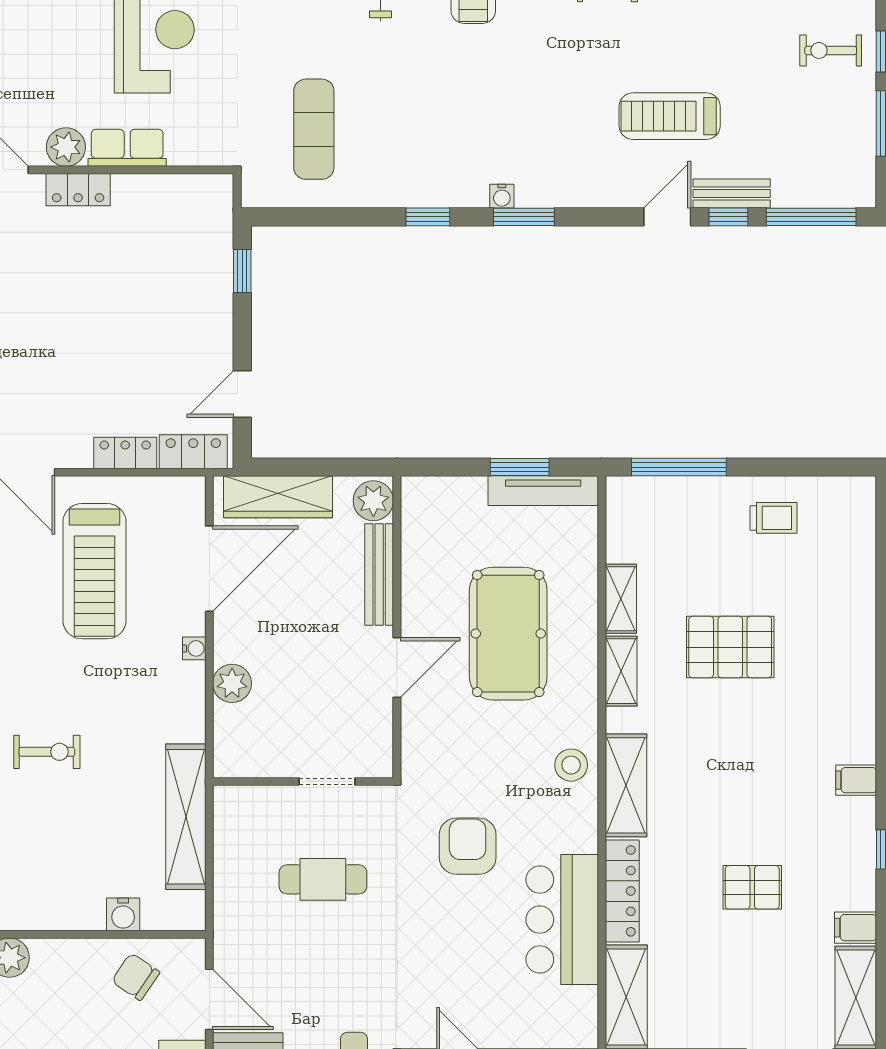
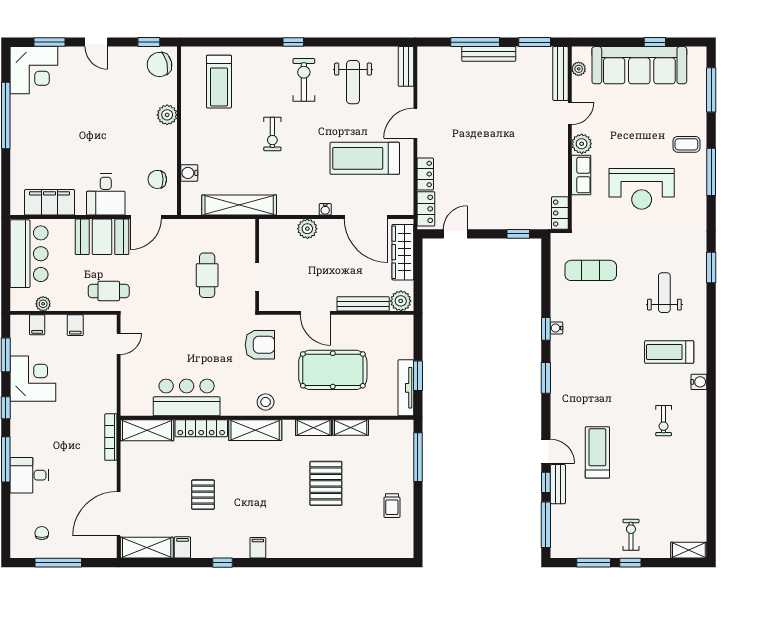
locker: (78, 190) -> (560, 213), moved
water cooler: (502, 196) -> (556, 328), moved
door: (242, 394) -> (455, 234), hinge flipped
armchair: (468, 846) -> (260, 345), moved
chair: (136, 977) -> (157, 179), turned -124

